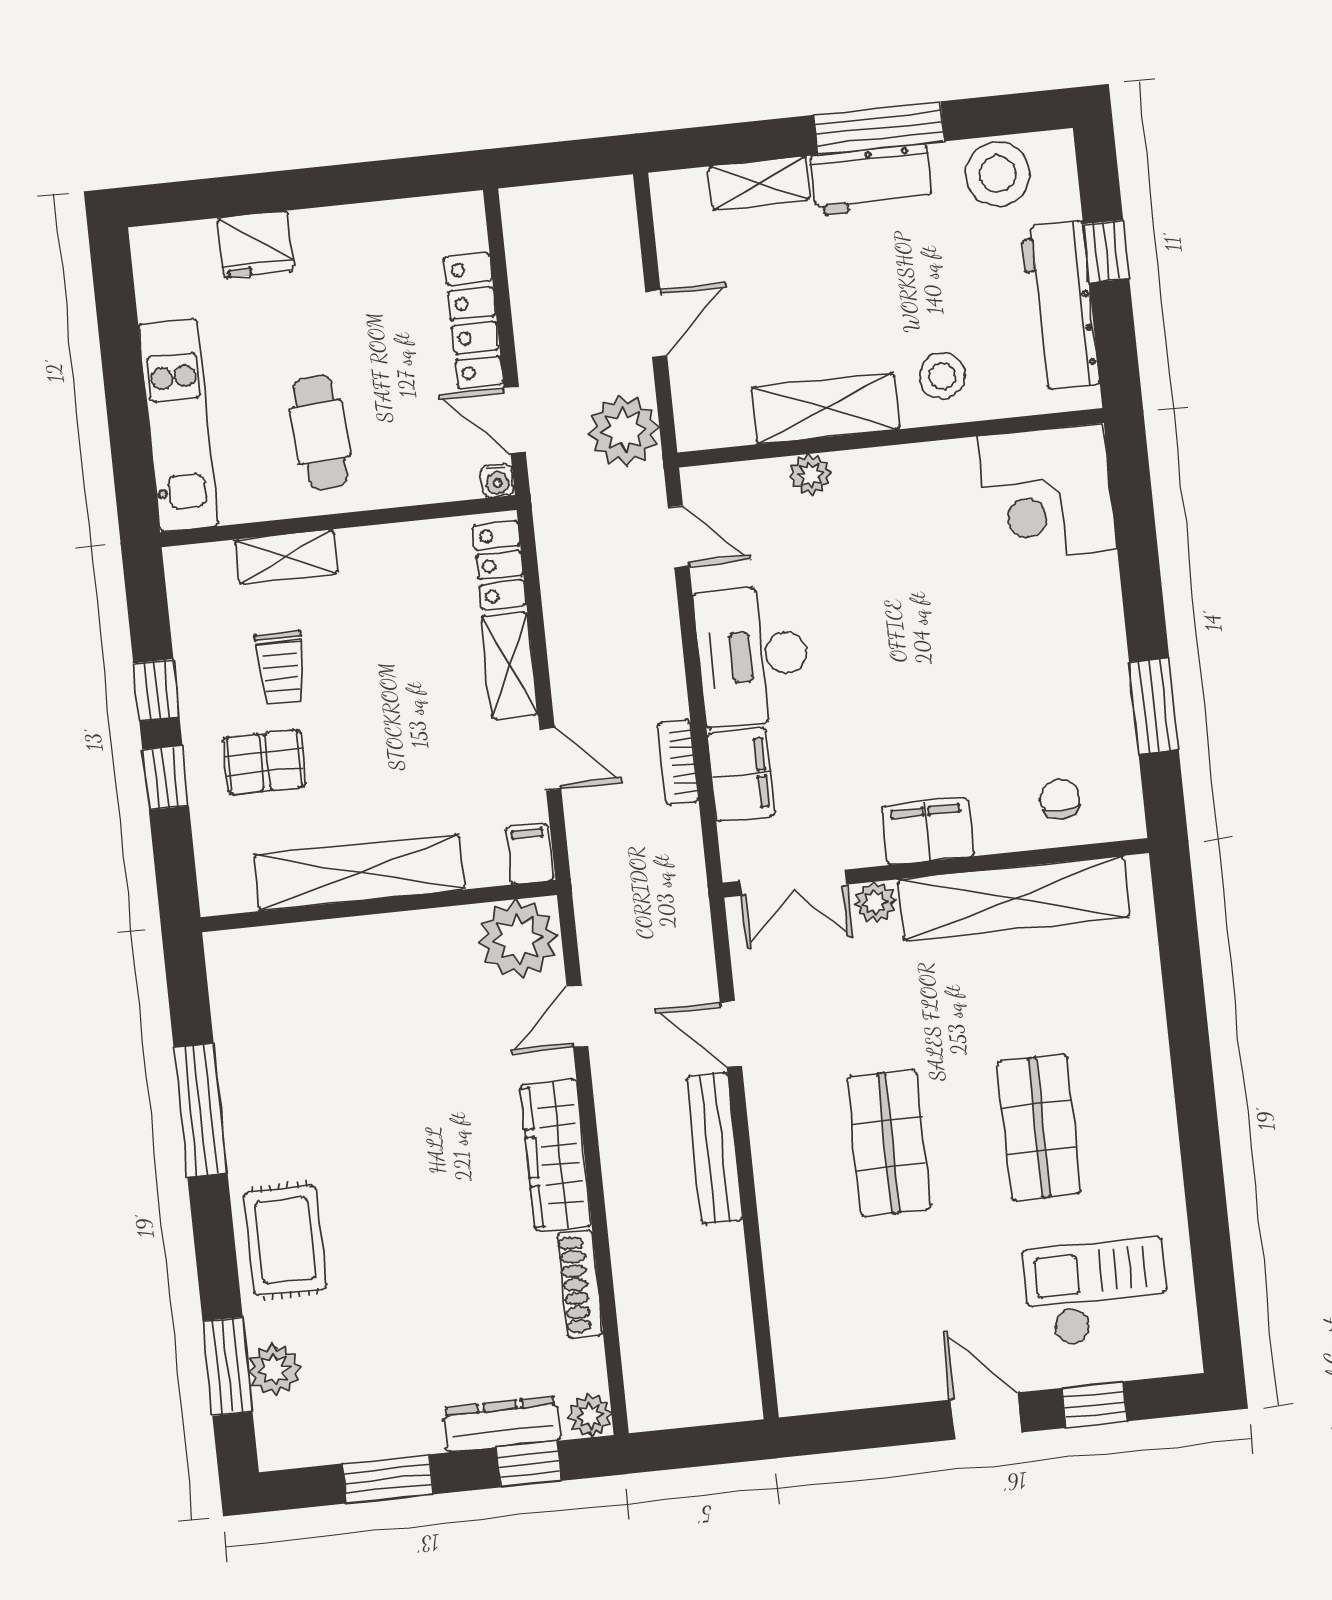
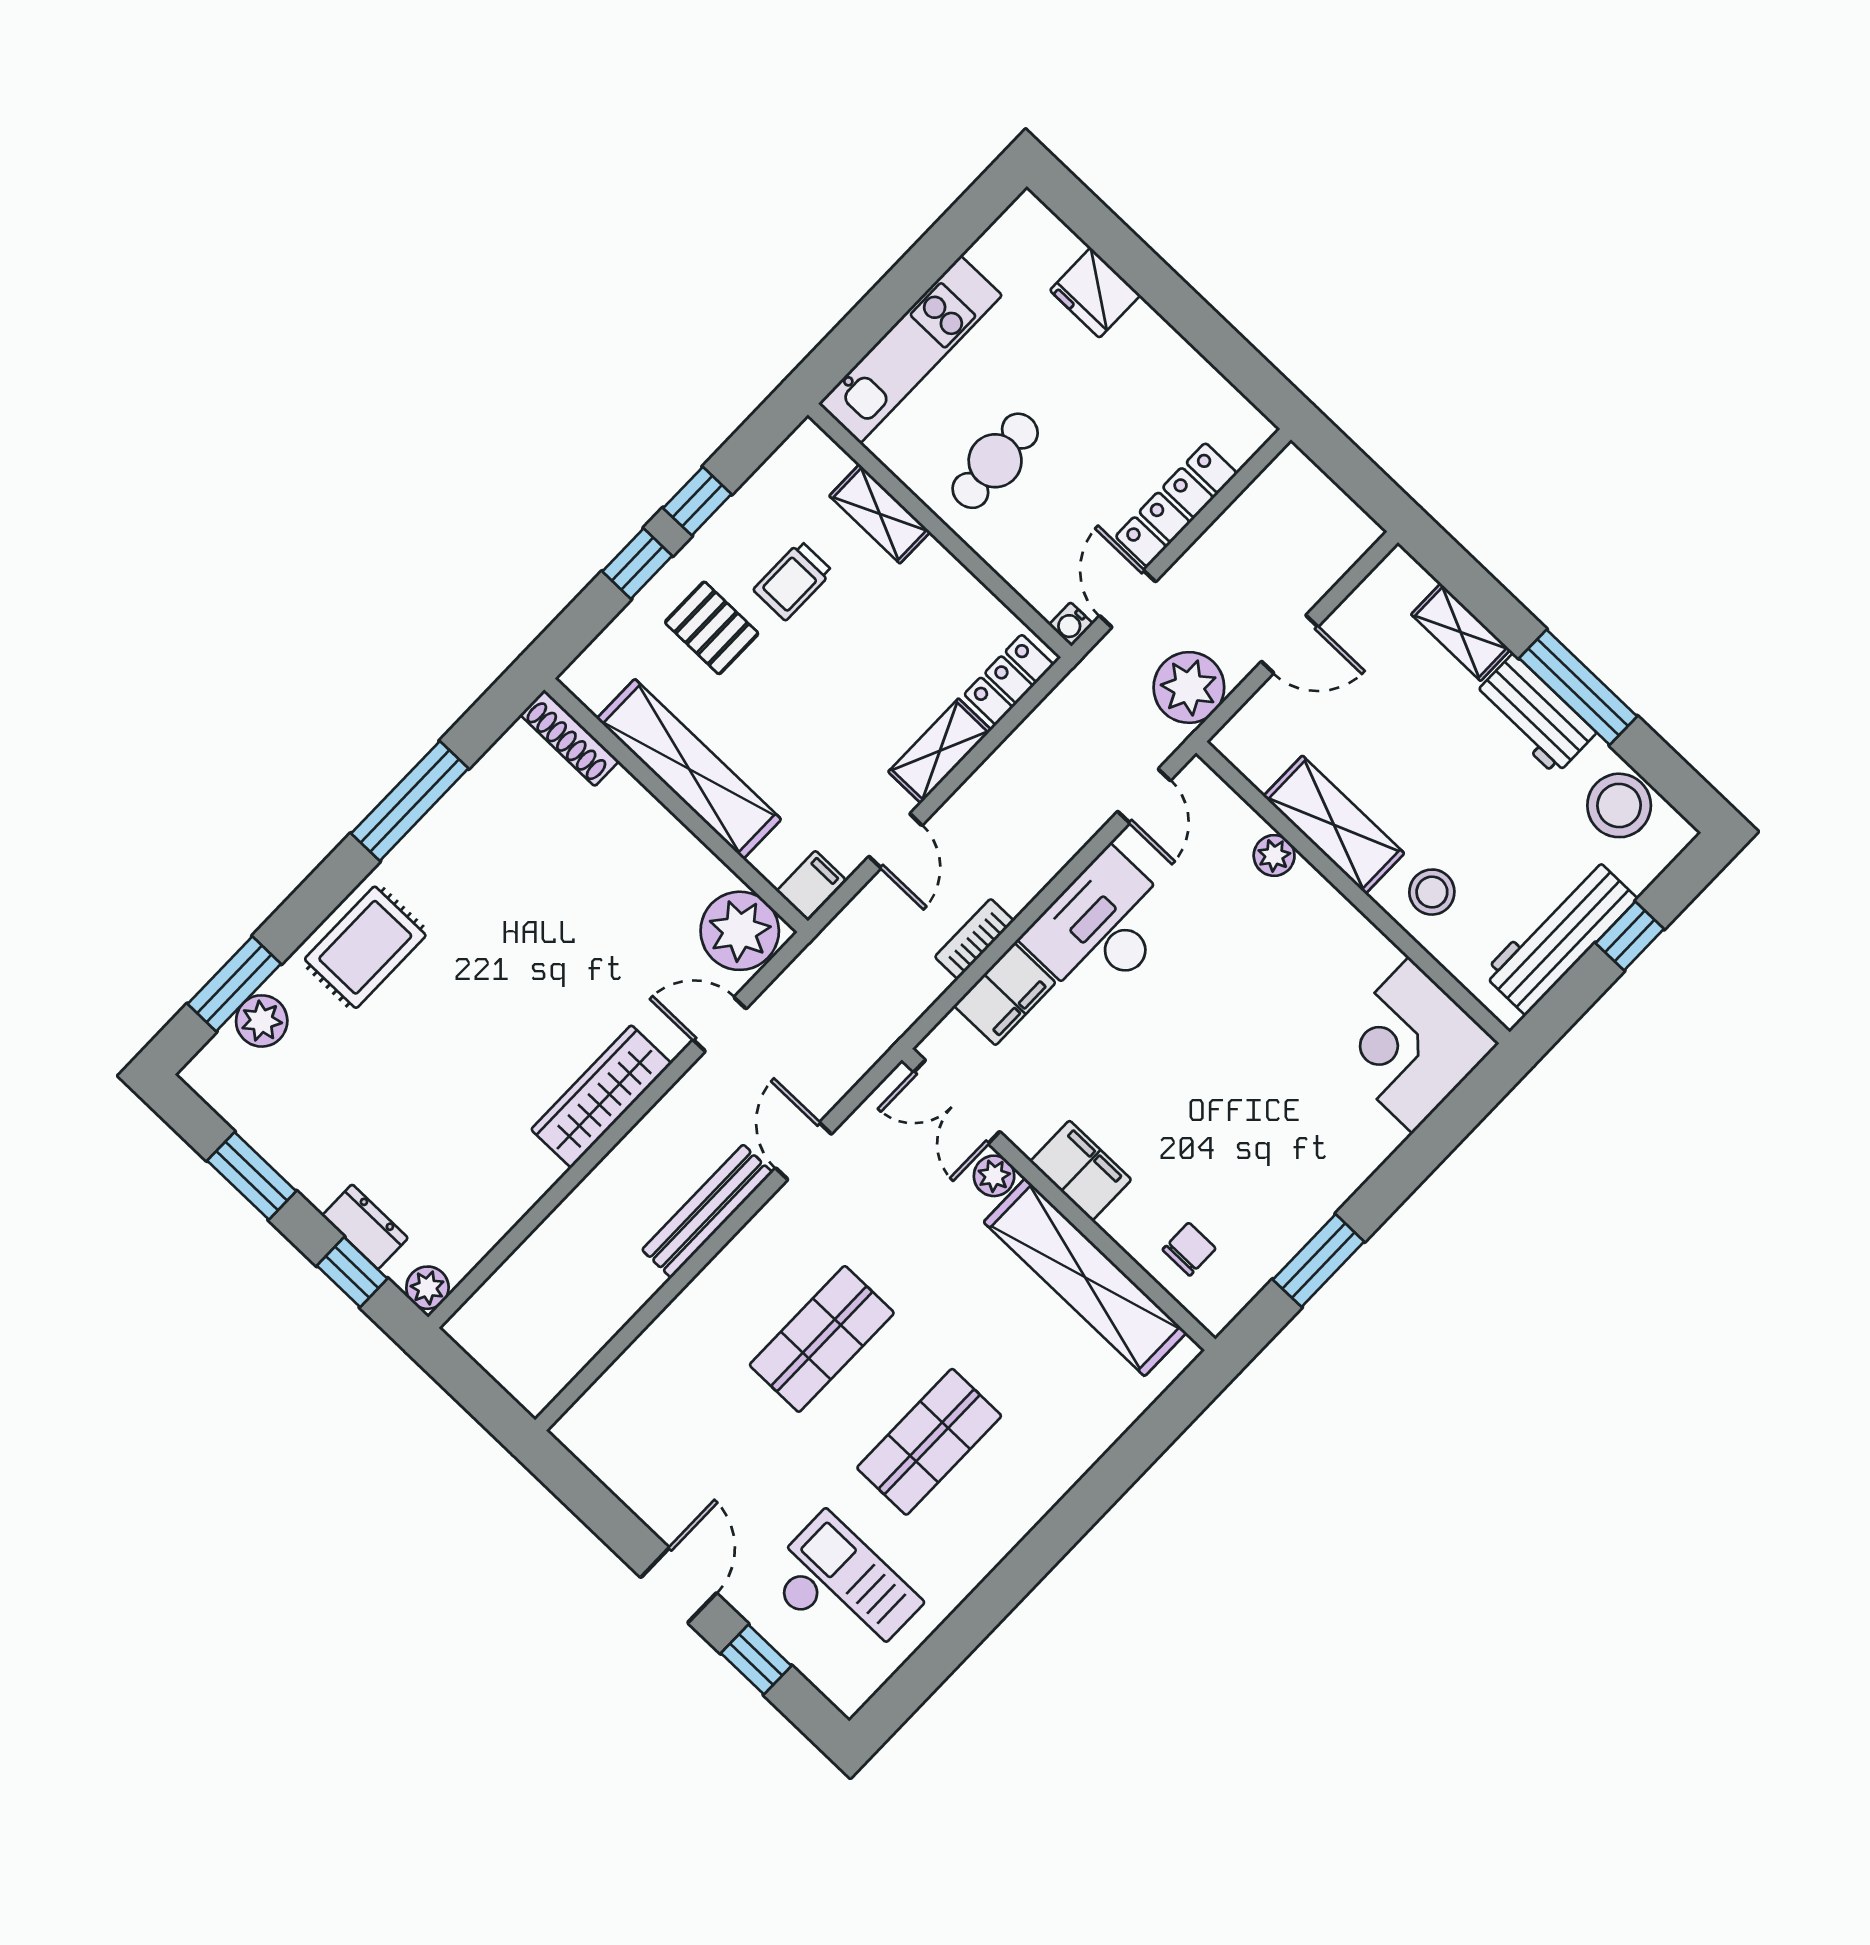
shoe rack: (580, 1284) -> (570, 738), moved, turned -90
dresser: (502, 1424) -> (365, 1227), width x0.70

